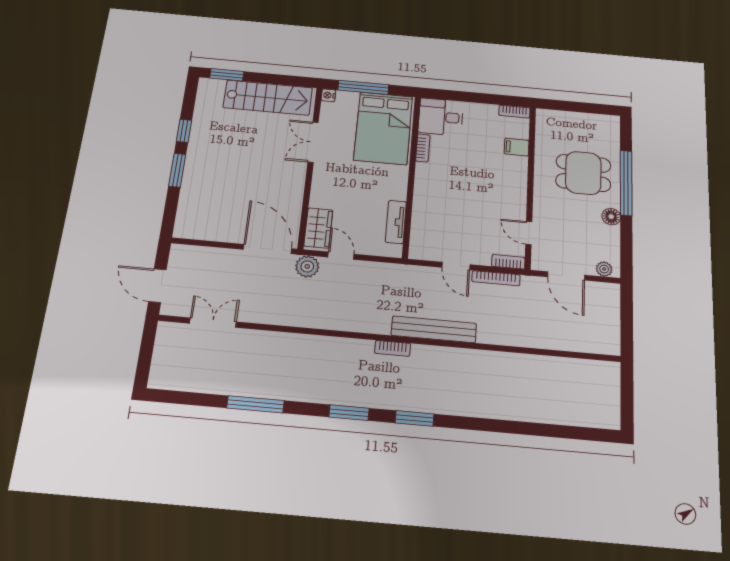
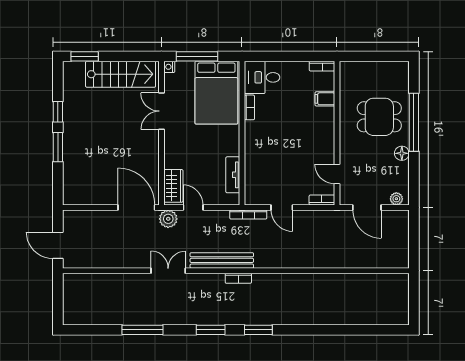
bookcase: (496, 278) -> (248, 214), moved
double door: (213, 323) -> (168, 271), moved
bench: (434, 329) -> (222, 260), moved

